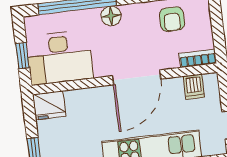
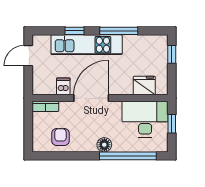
dishwasher: (194, 87) -> (63, 86), moved
fridge: (49, 105) -> (144, 86), moved

